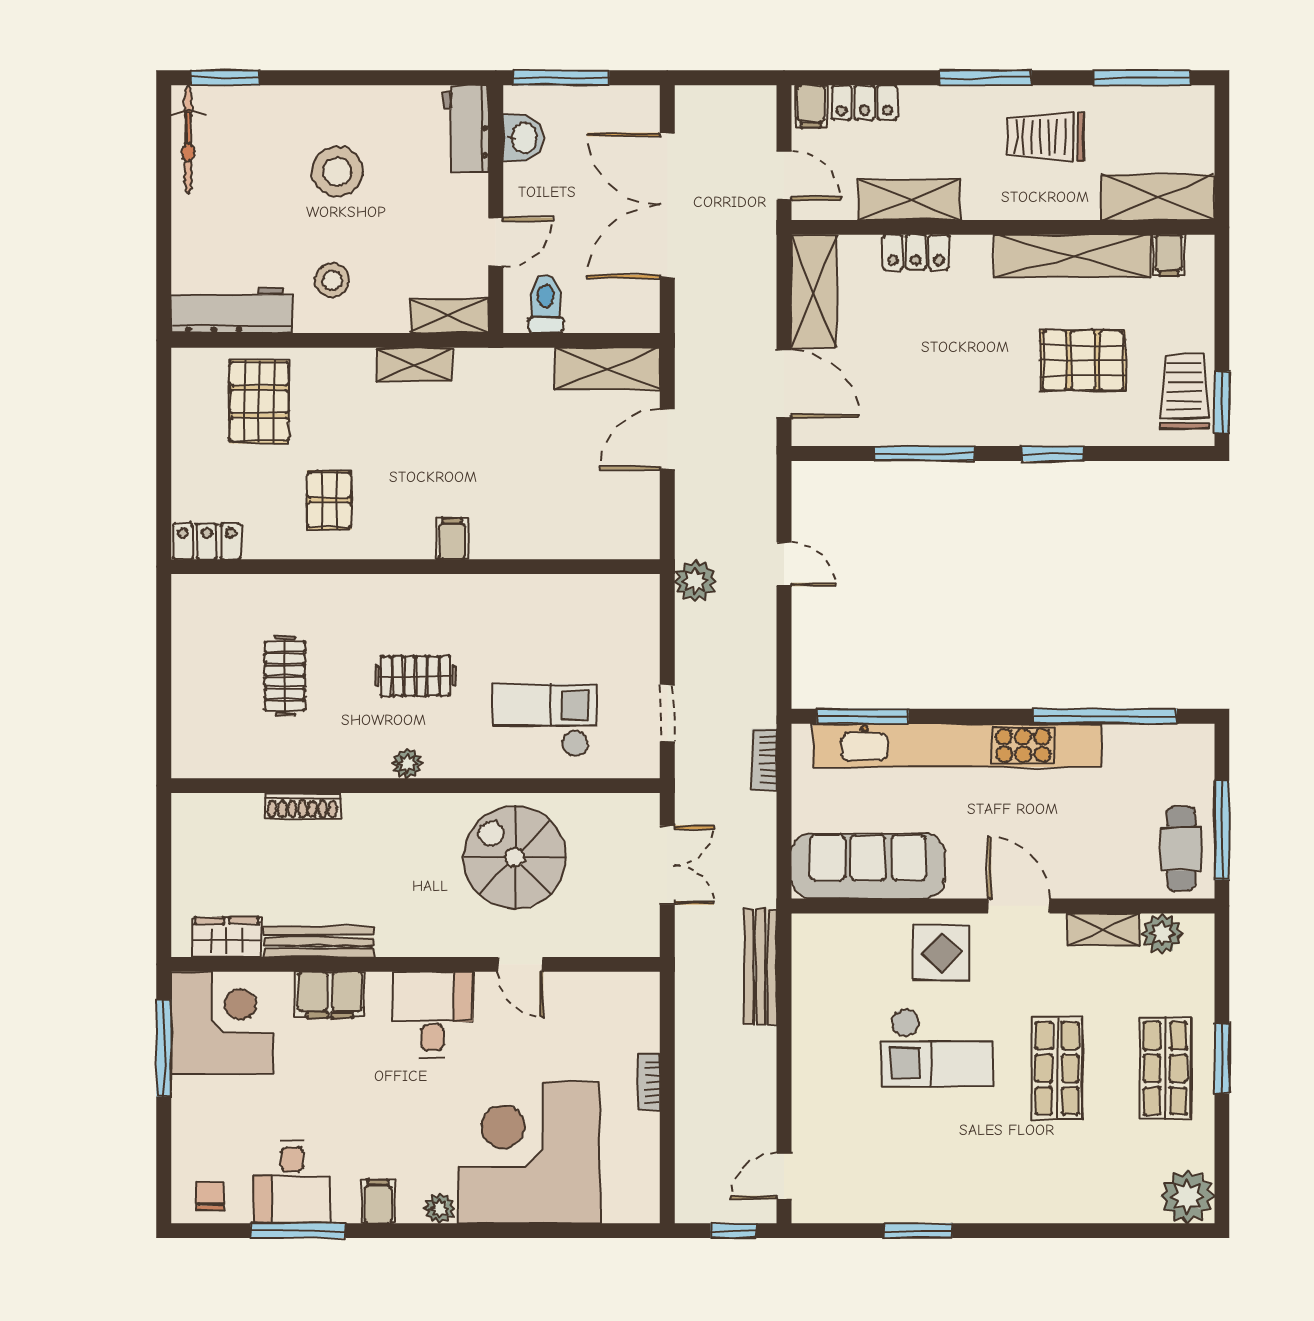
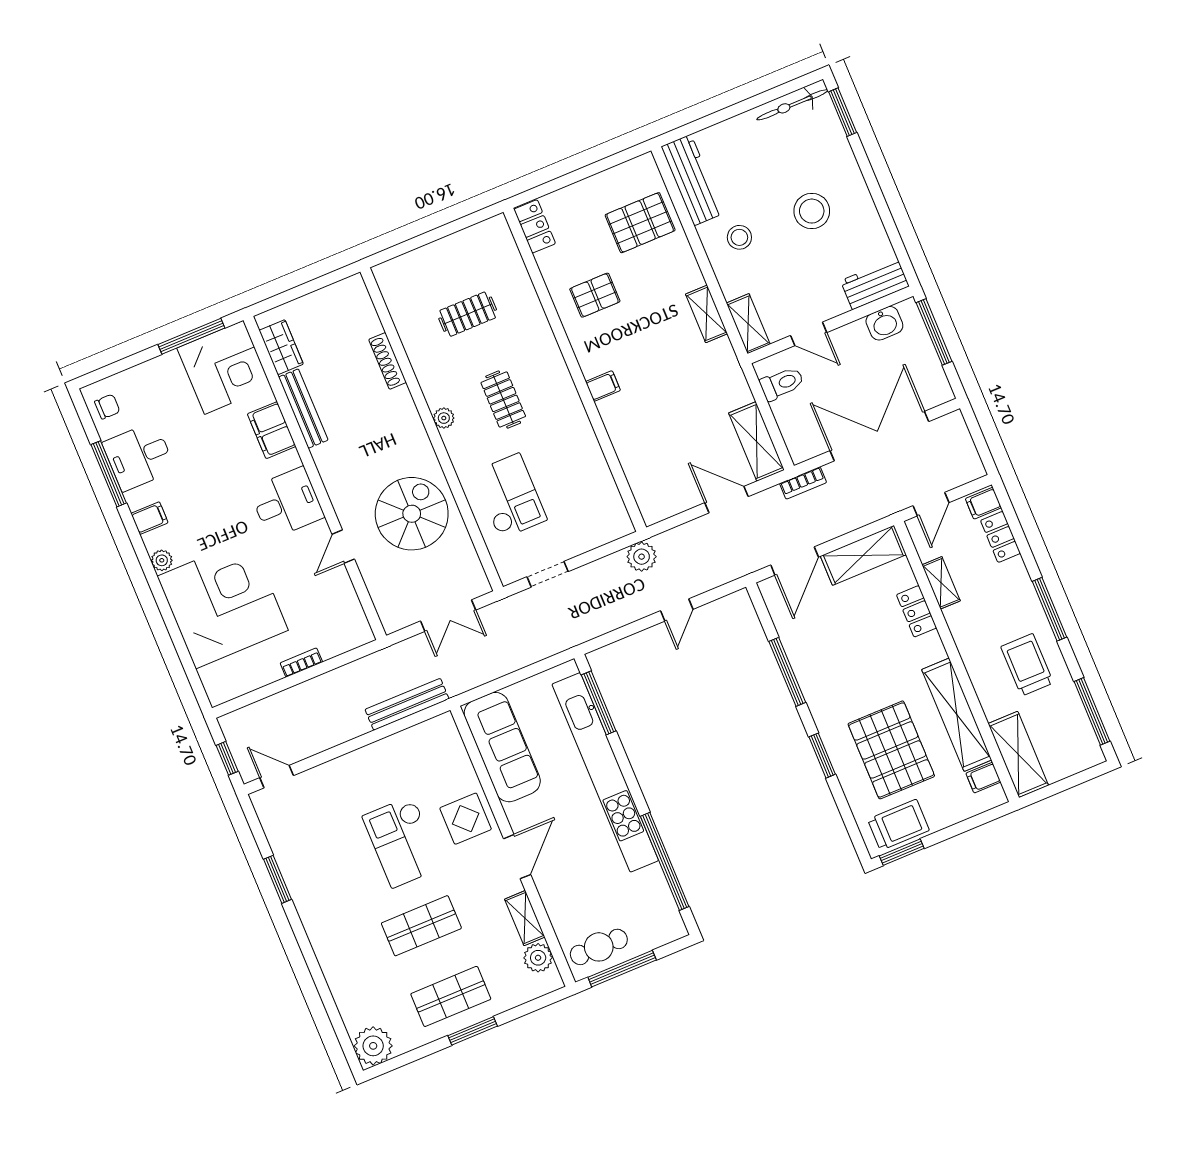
shelving: (909, 200) -> (941, 583), width x0.67, depth x0.75
pallet: (1083, 360) -> (891, 750), width x1.37, depth x1.41
bookcase: (764, 760) -> (803, 483), moved, turned 180

